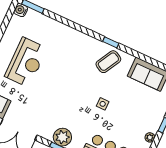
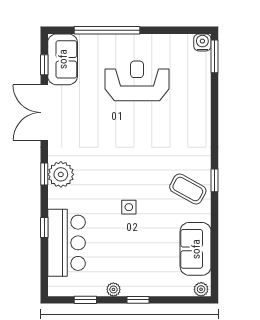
reception desk: (26, 62) -> (137, 81), turned 180

